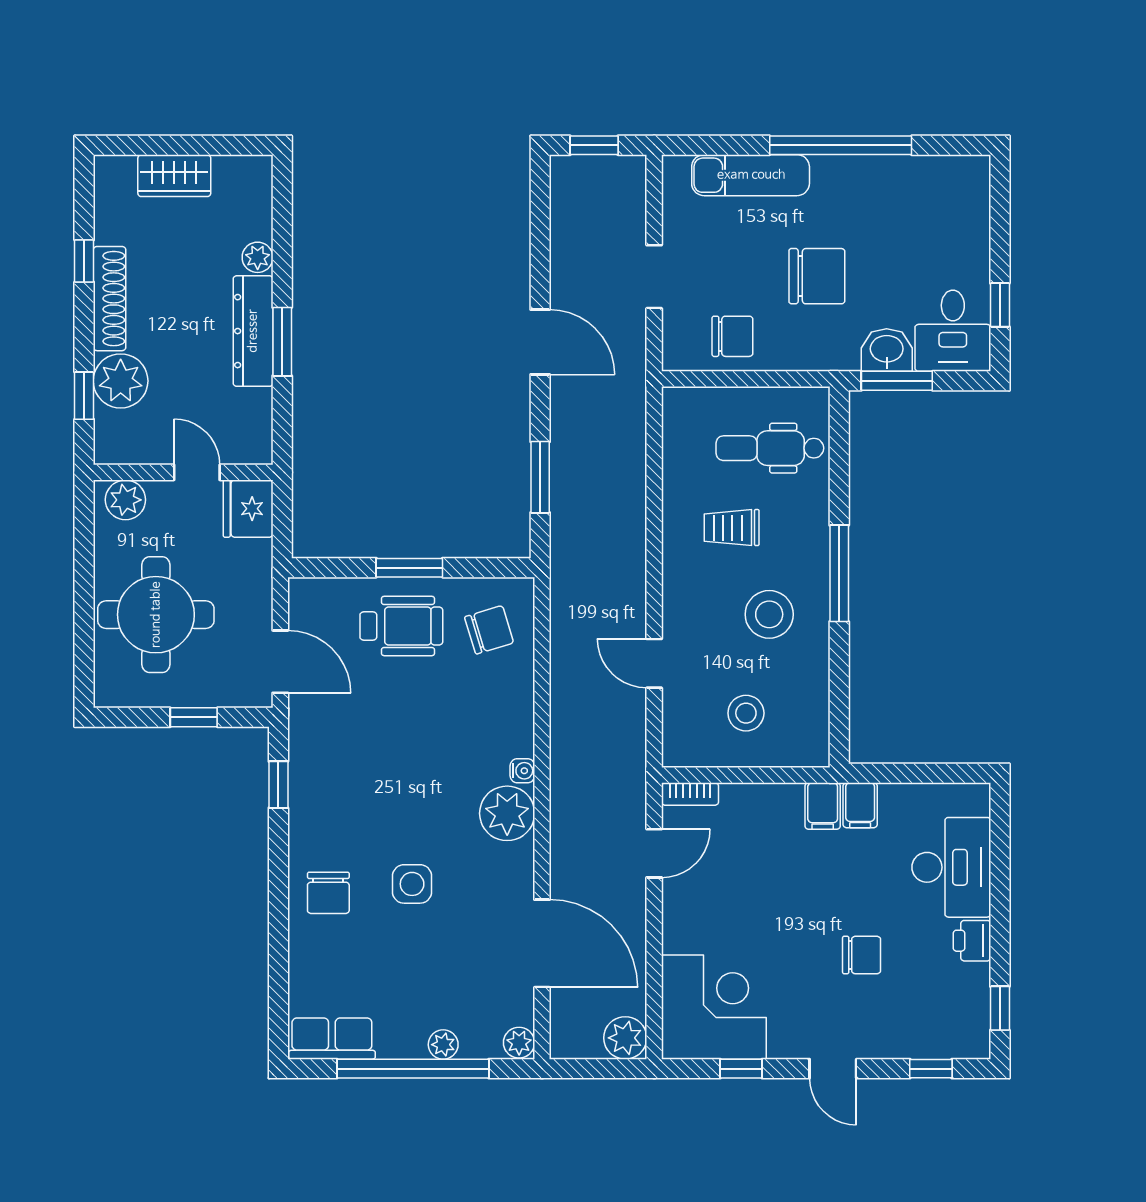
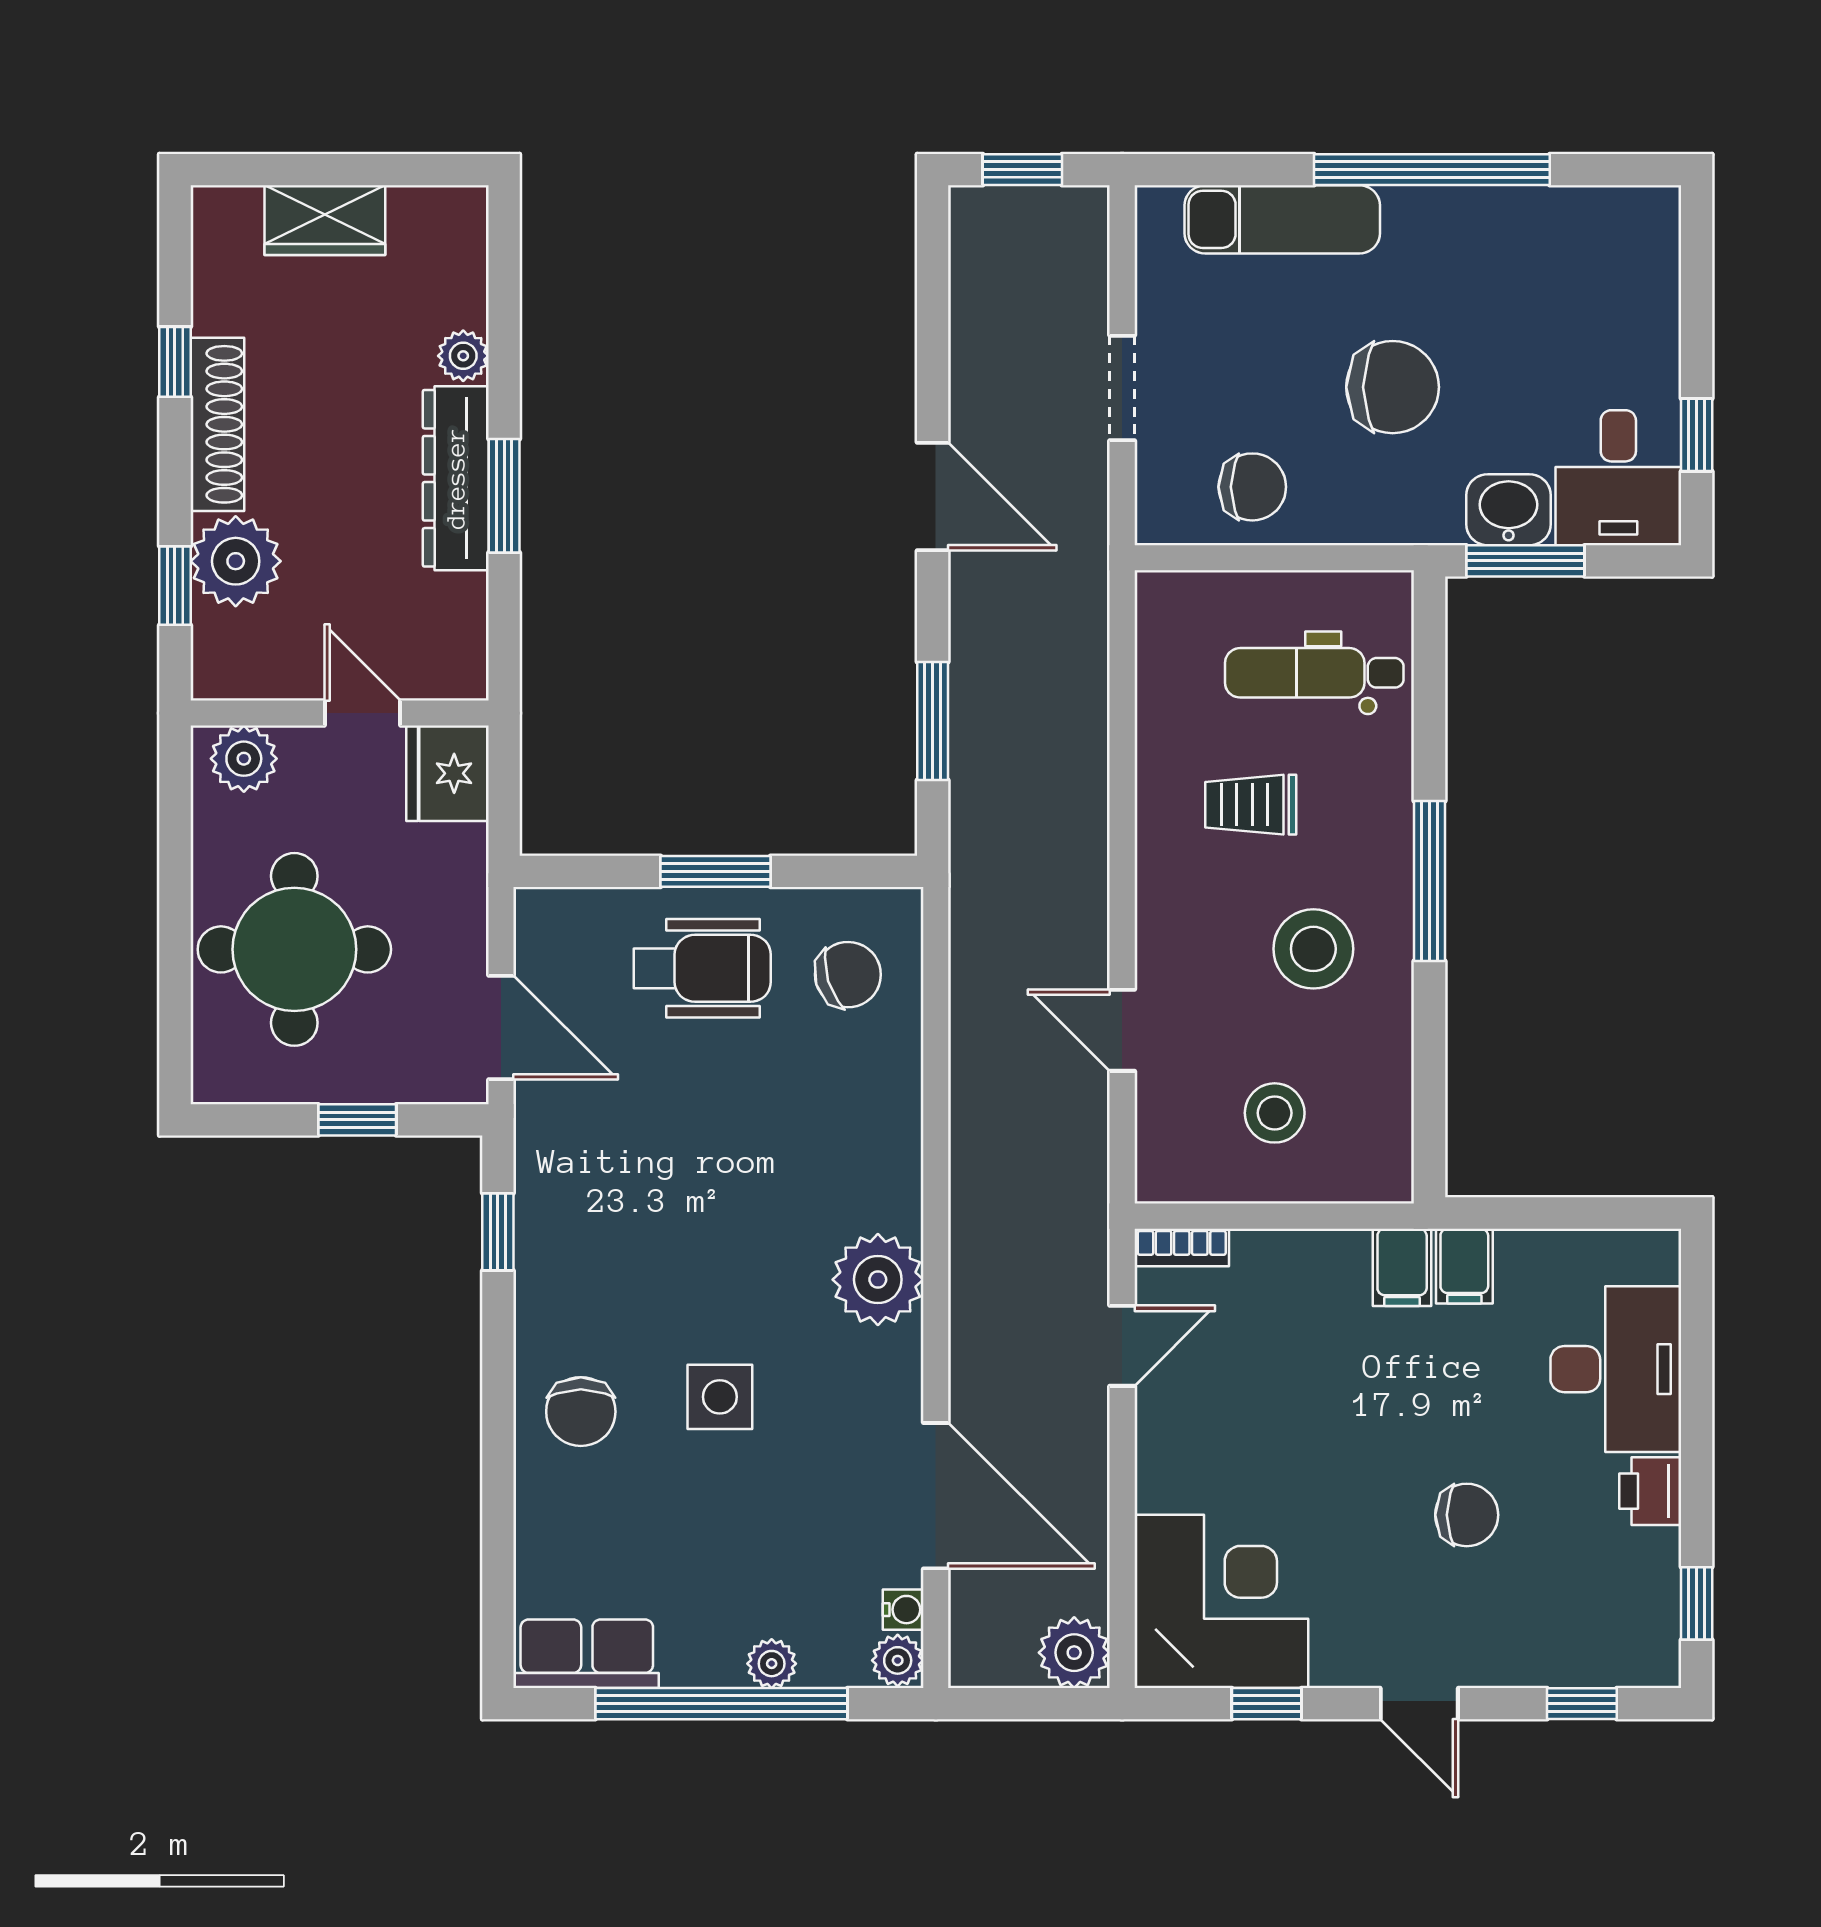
water cooler: (522, 771) -> (903, 1610), moved

